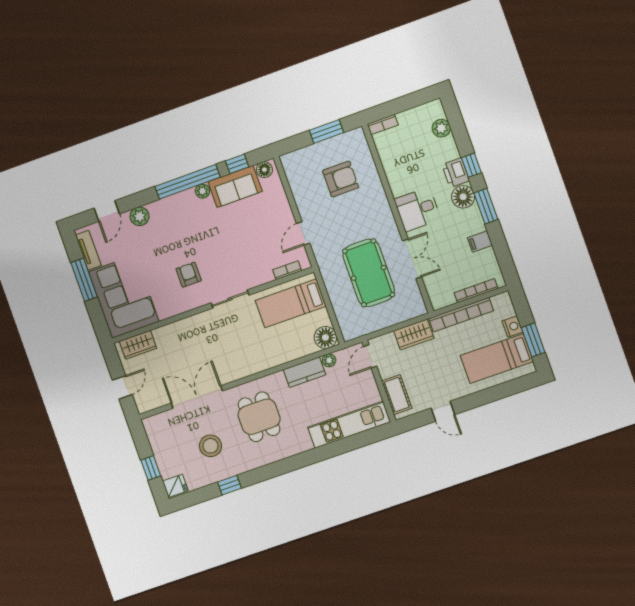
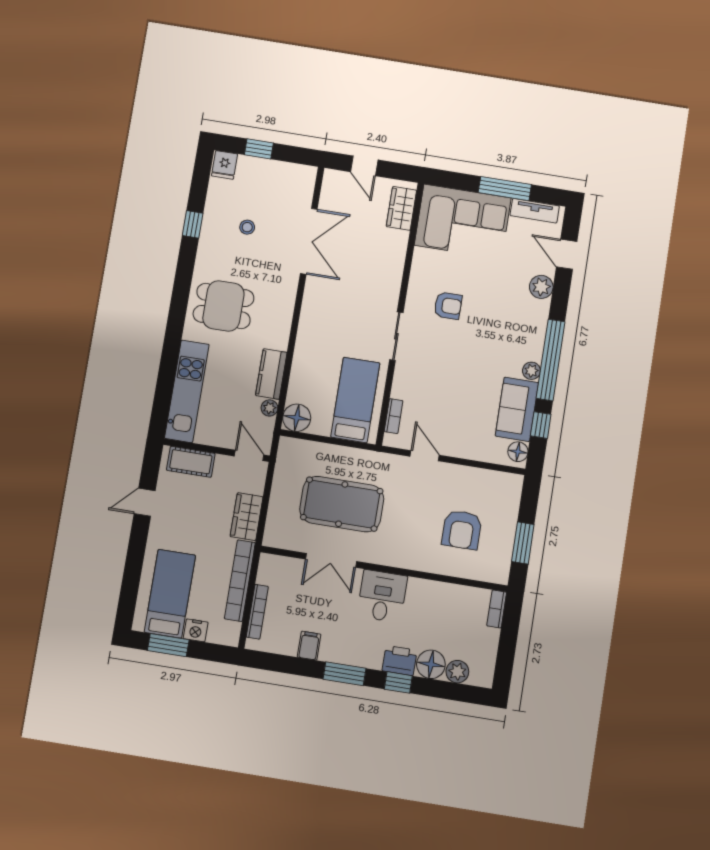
floor lamp: (463, 197) -> (431, 664), moved
dining table: (259, 417) -> (223, 306), moved
stool: (211, 446) -> (247, 227), width x0.53, depth x0.53

